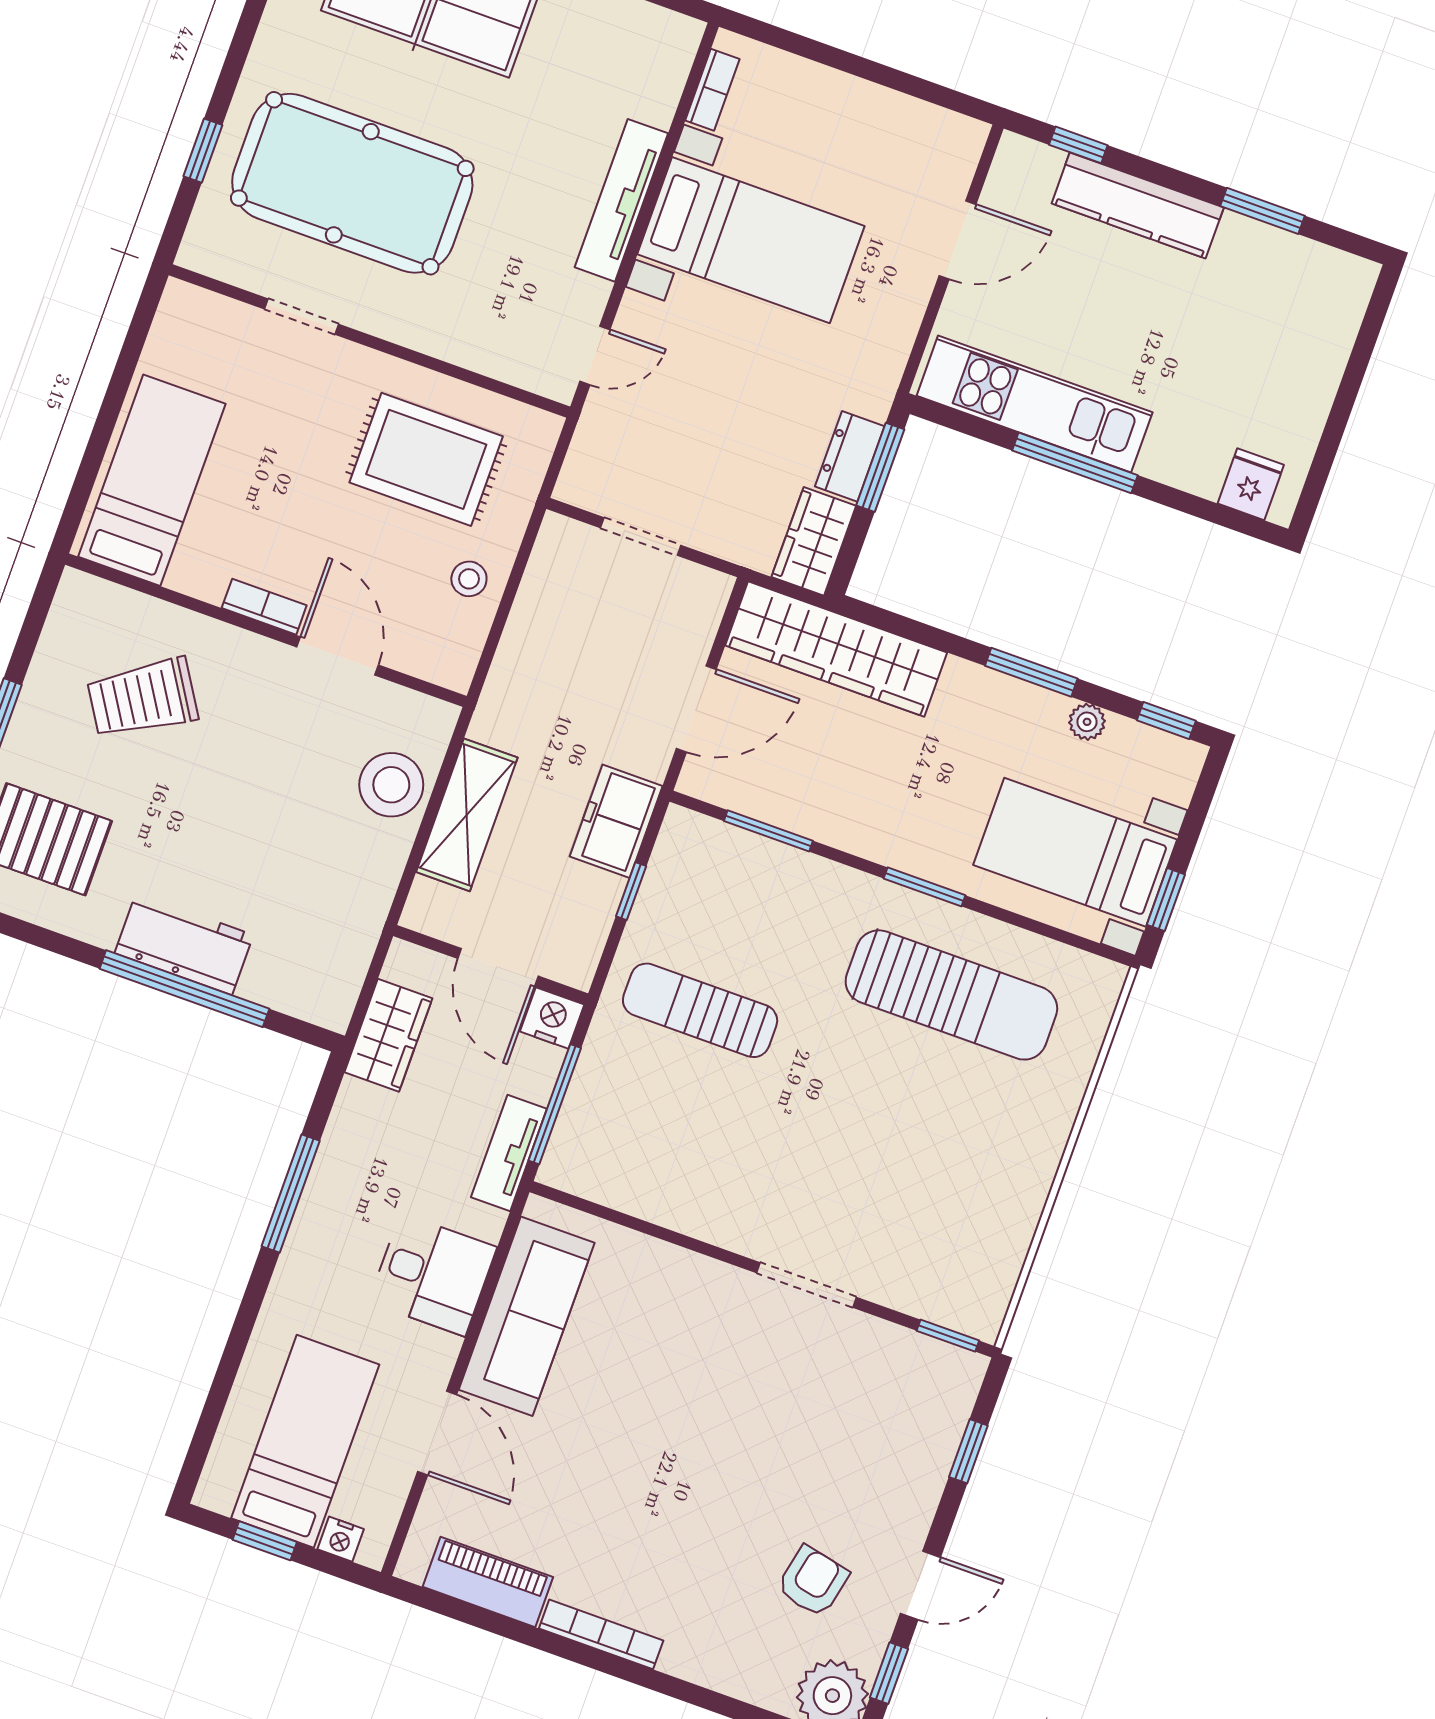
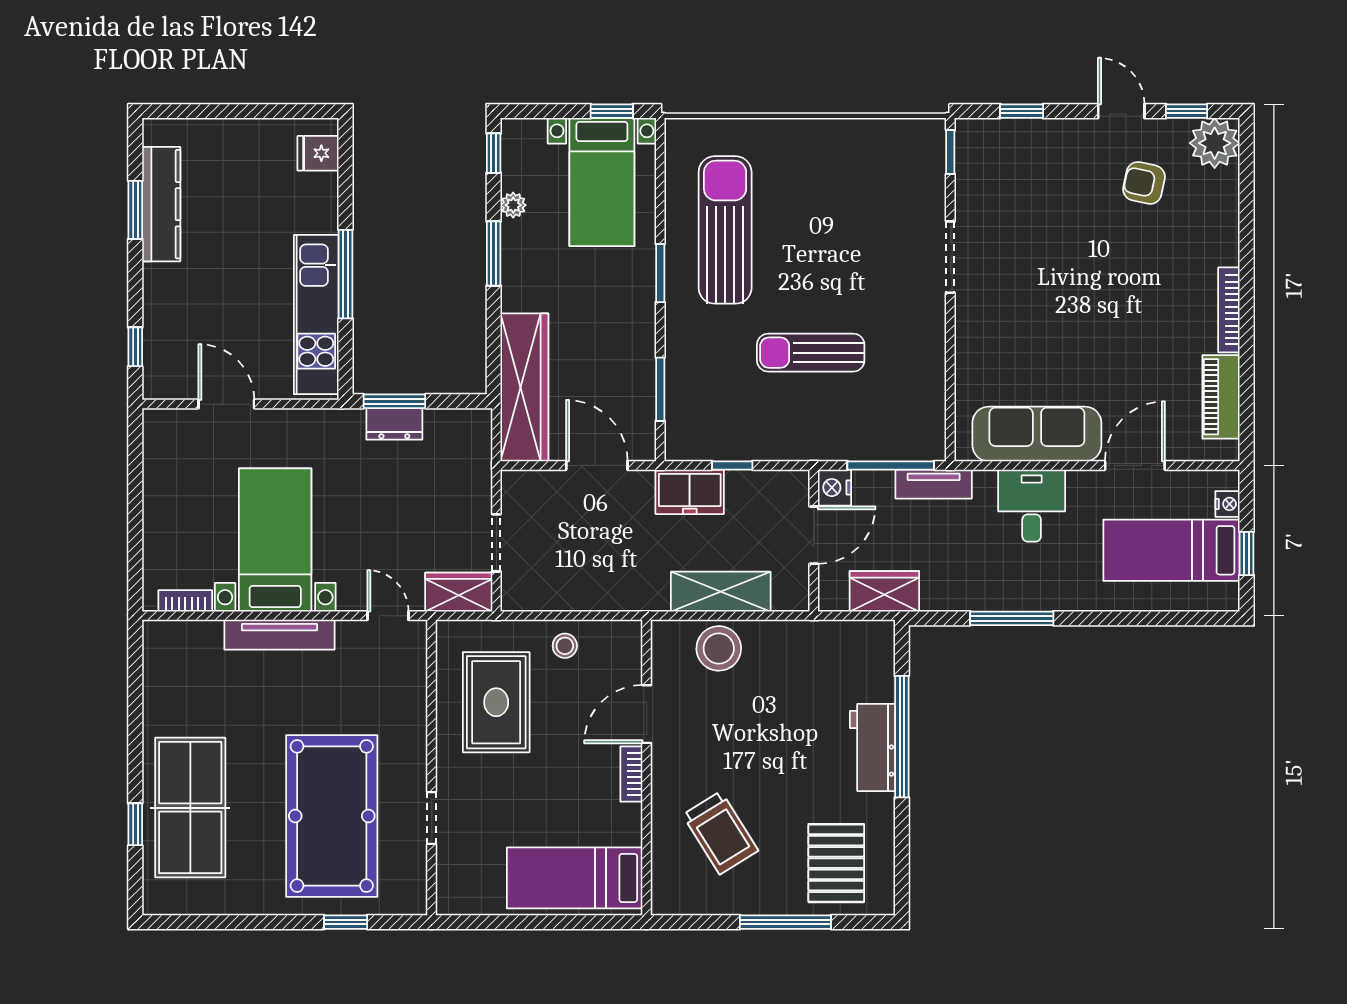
kitchen counter: (1138, 205) -> (161, 204), moved
wardrobe: (814, 541) -> (459, 592), moved, turned 180
sun lounger: (700, 1010) -> (811, 353), moved, turned 90

